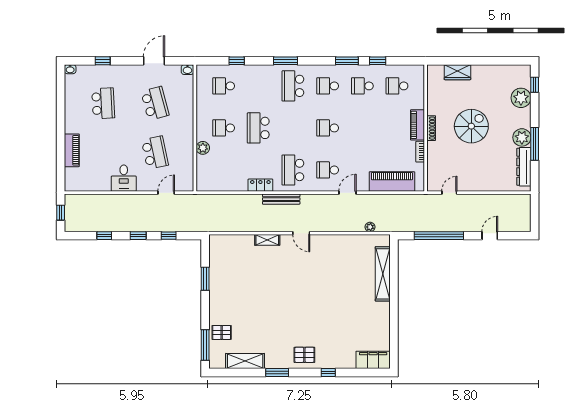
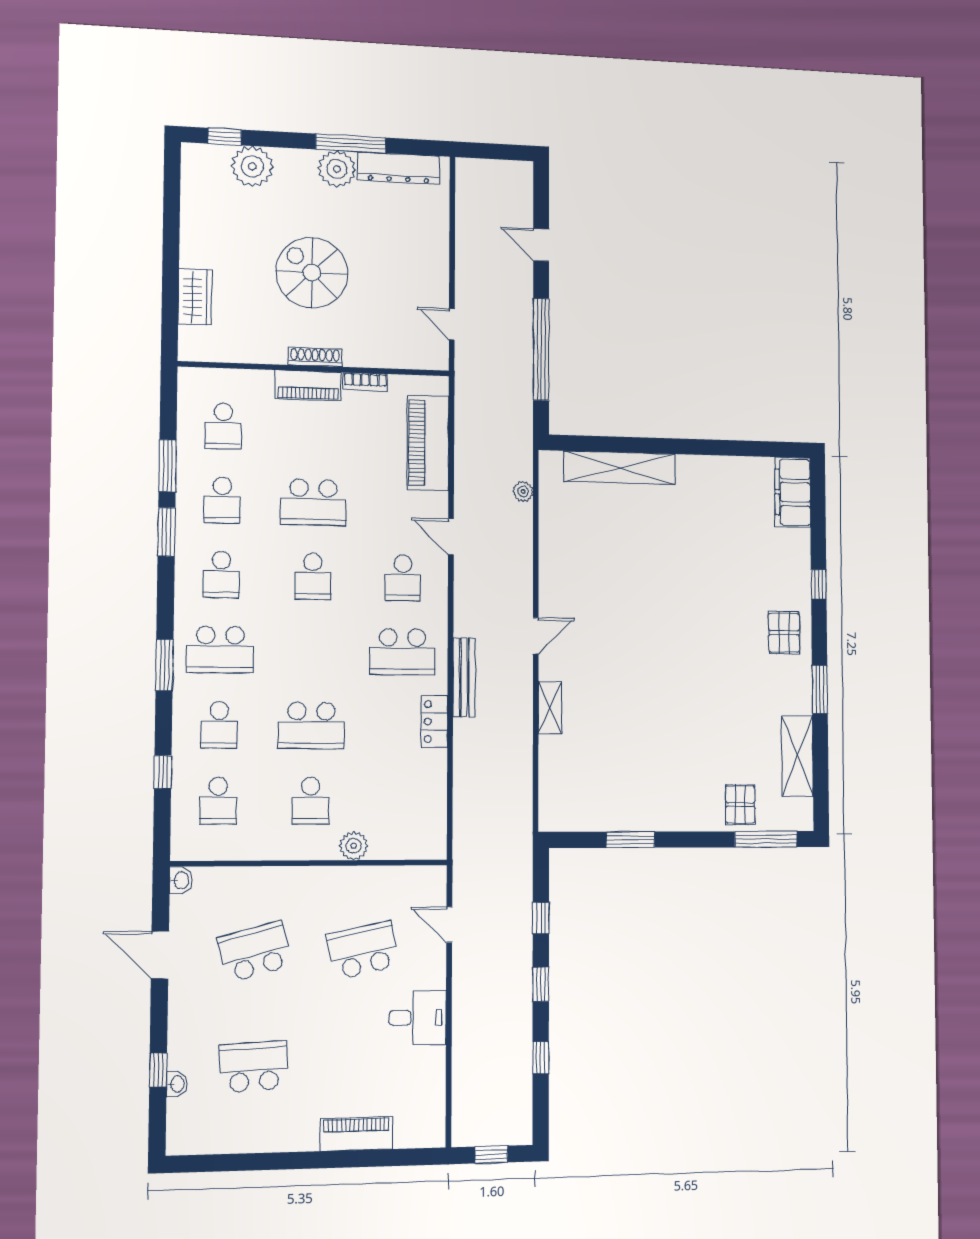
window: (378, 61) -> (168, 466), width x1.50
washbasin: (70, 69) -> (177, 1084), moved
school desk: (258, 86) -> (219, 725), added
school desk: (362, 128) -> (313, 502), added

